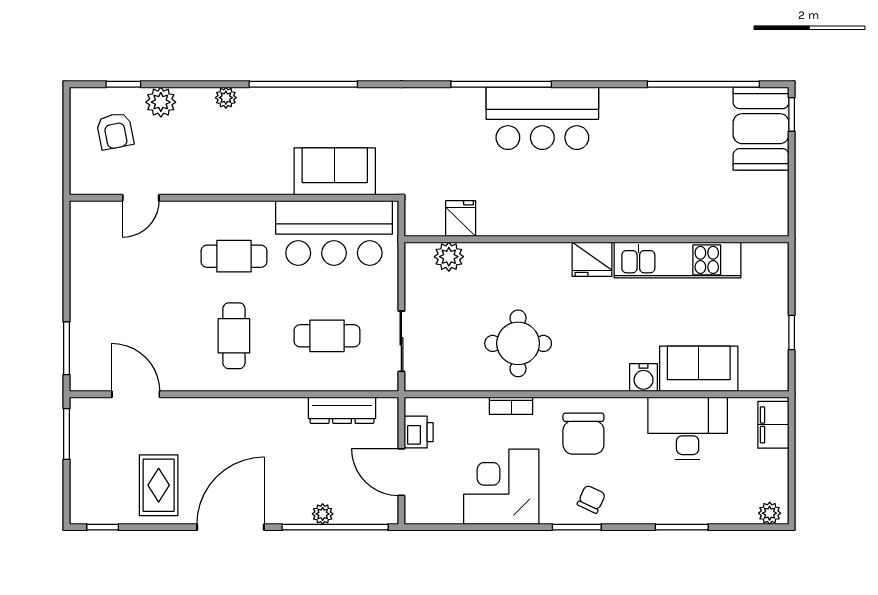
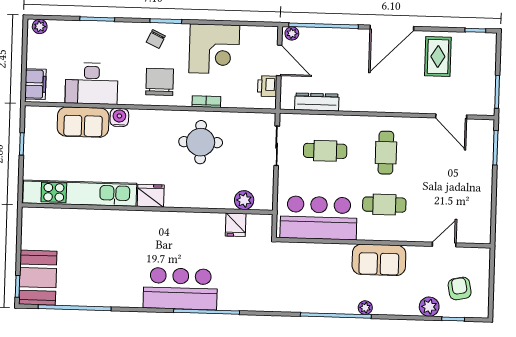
plant: (226, 98) -> (365, 308), moved
sofa: (335, 171) -> (379, 260), moved
kitchen unit: (678, 260) -> (80, 193), width x1.36
plant: (323, 514) -> (292, 33), moved

